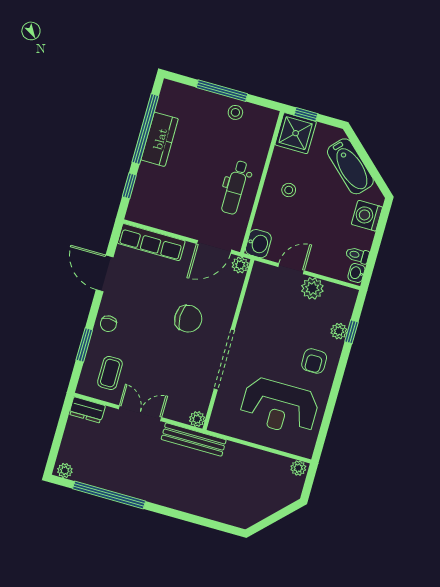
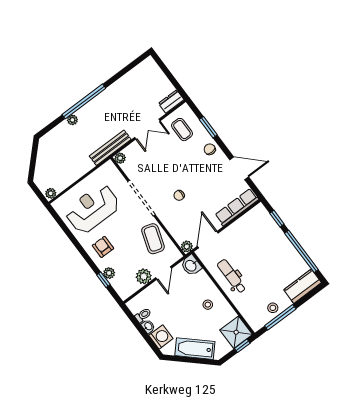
window: (222, 91) -> (280, 317), moved
kitchen counter: (160, 139) -> (303, 286), moved, turned 90
washbasin: (356, 273) -> (148, 326), moved
coffee table: (261, 311) -> (153, 239), added
chair: (188, 319) -> (179, 195), width x0.54, depth x0.54
plant: (65, 471) -> (72, 120), moved
window: (109, 495) -> (84, 101), moved

